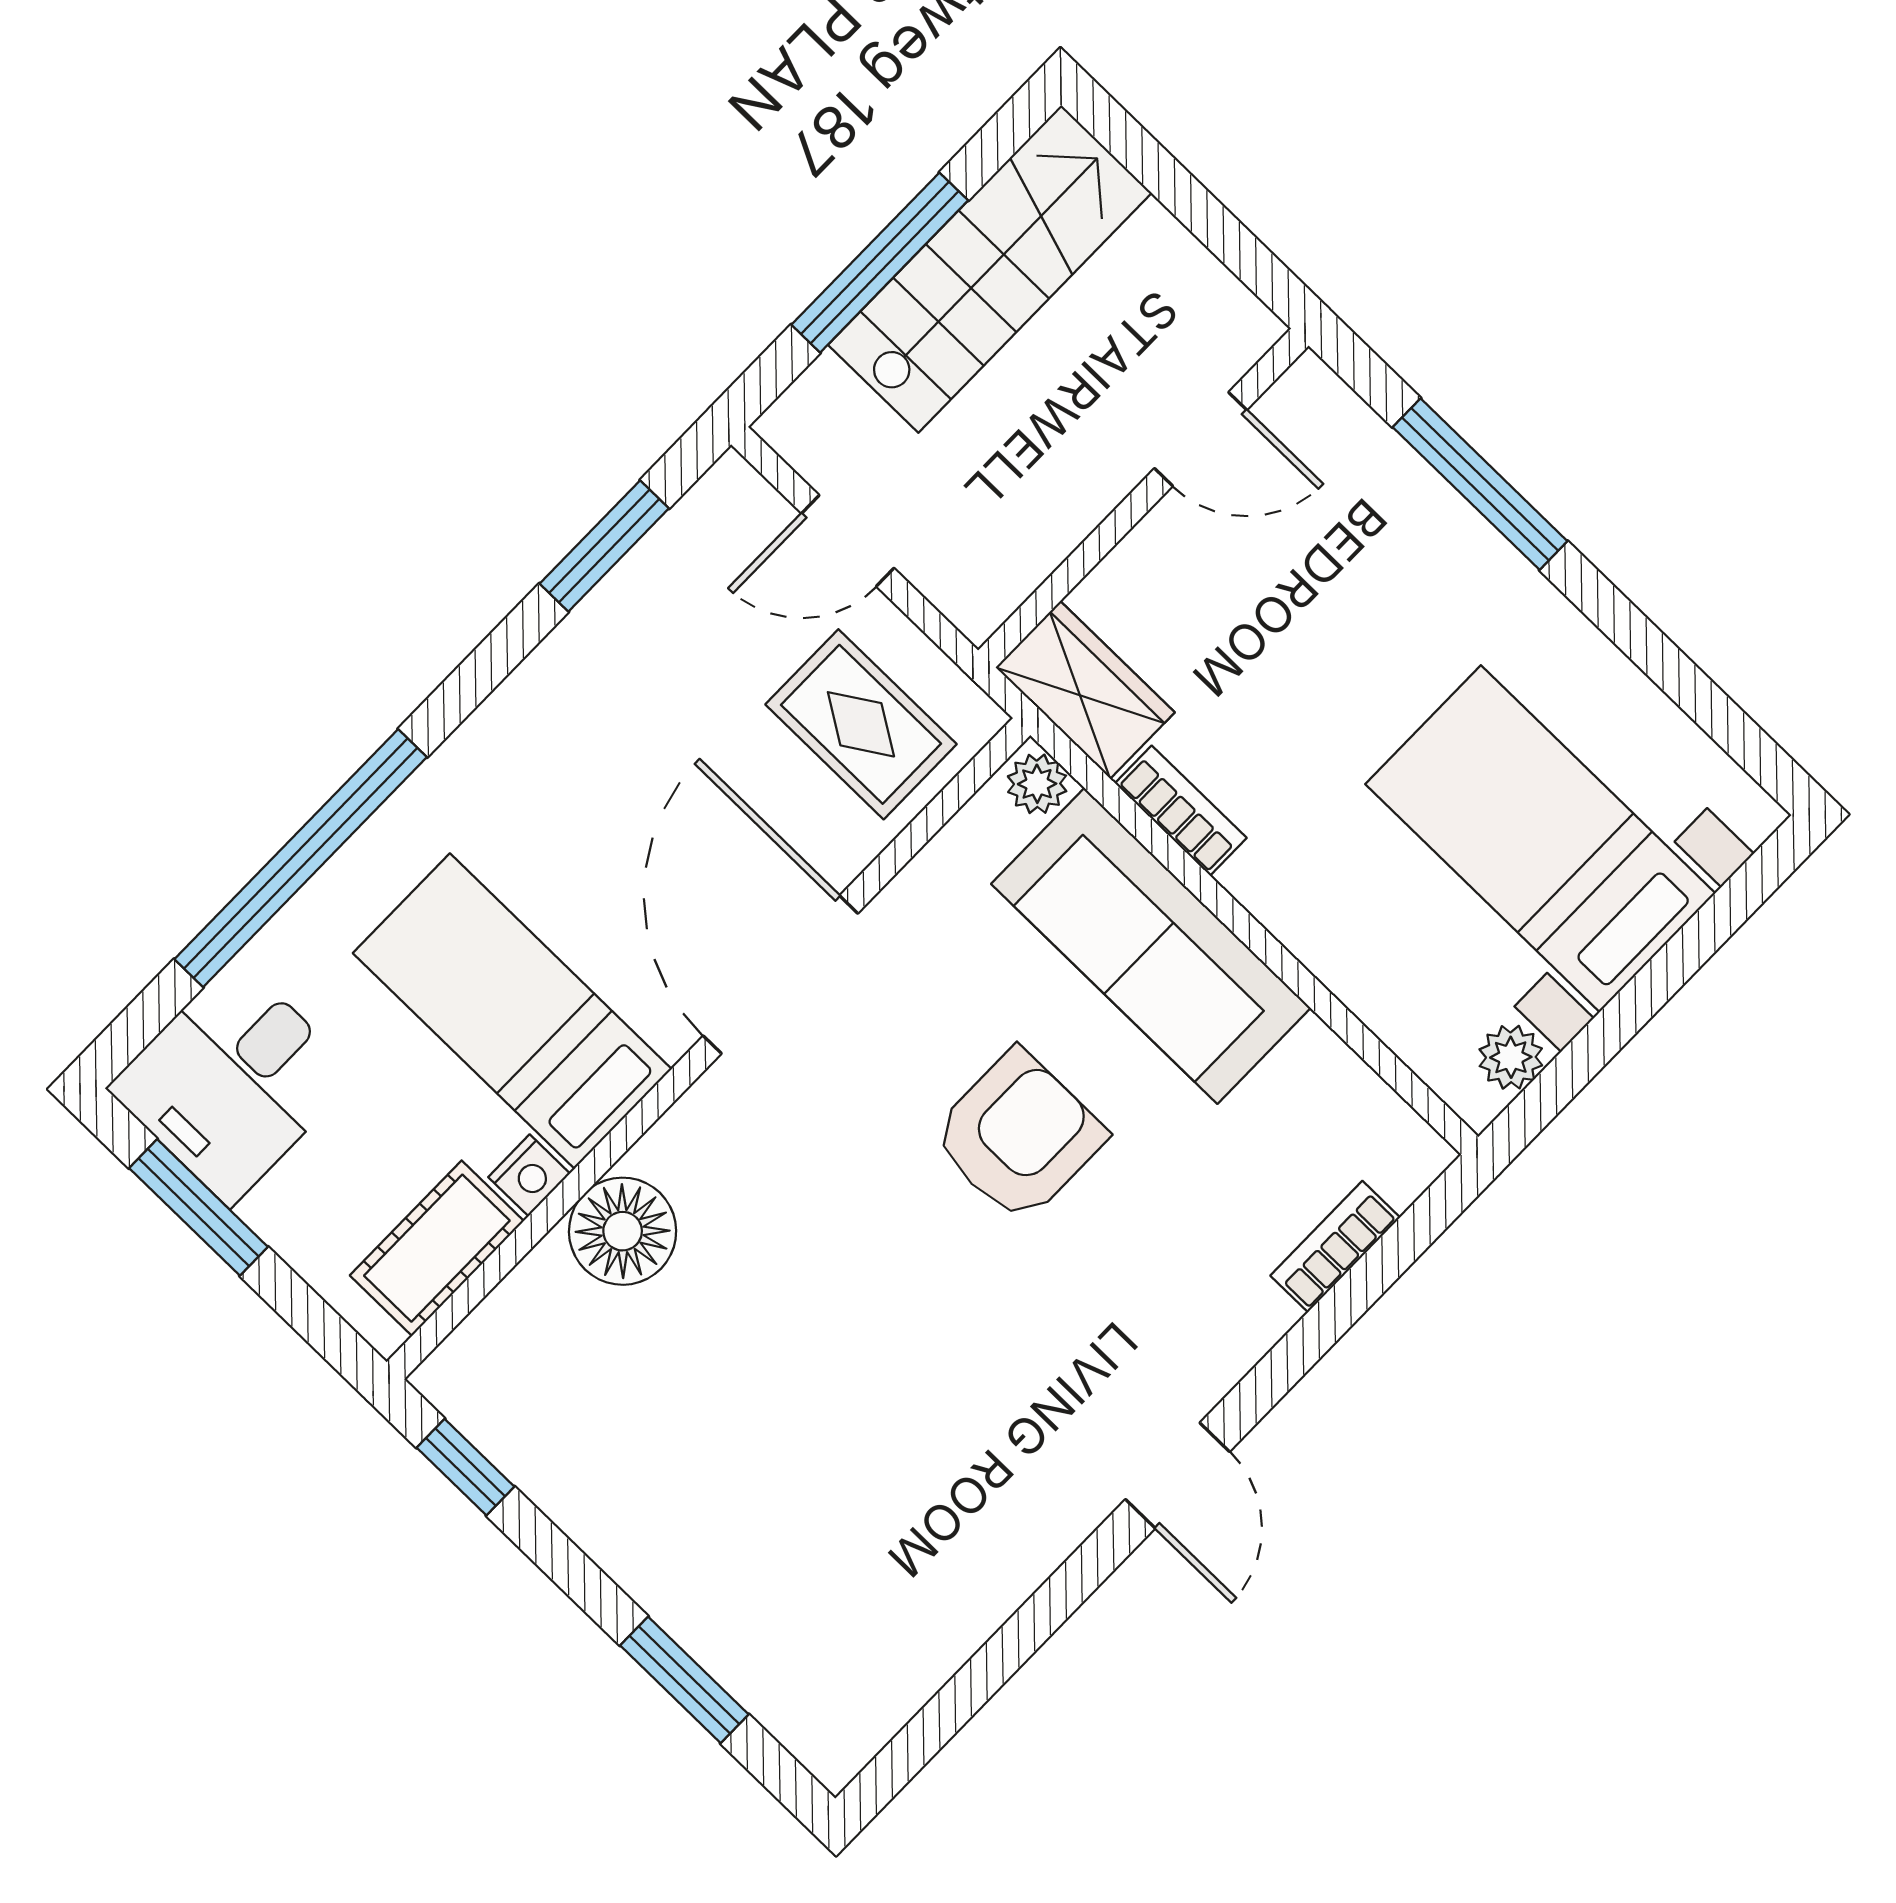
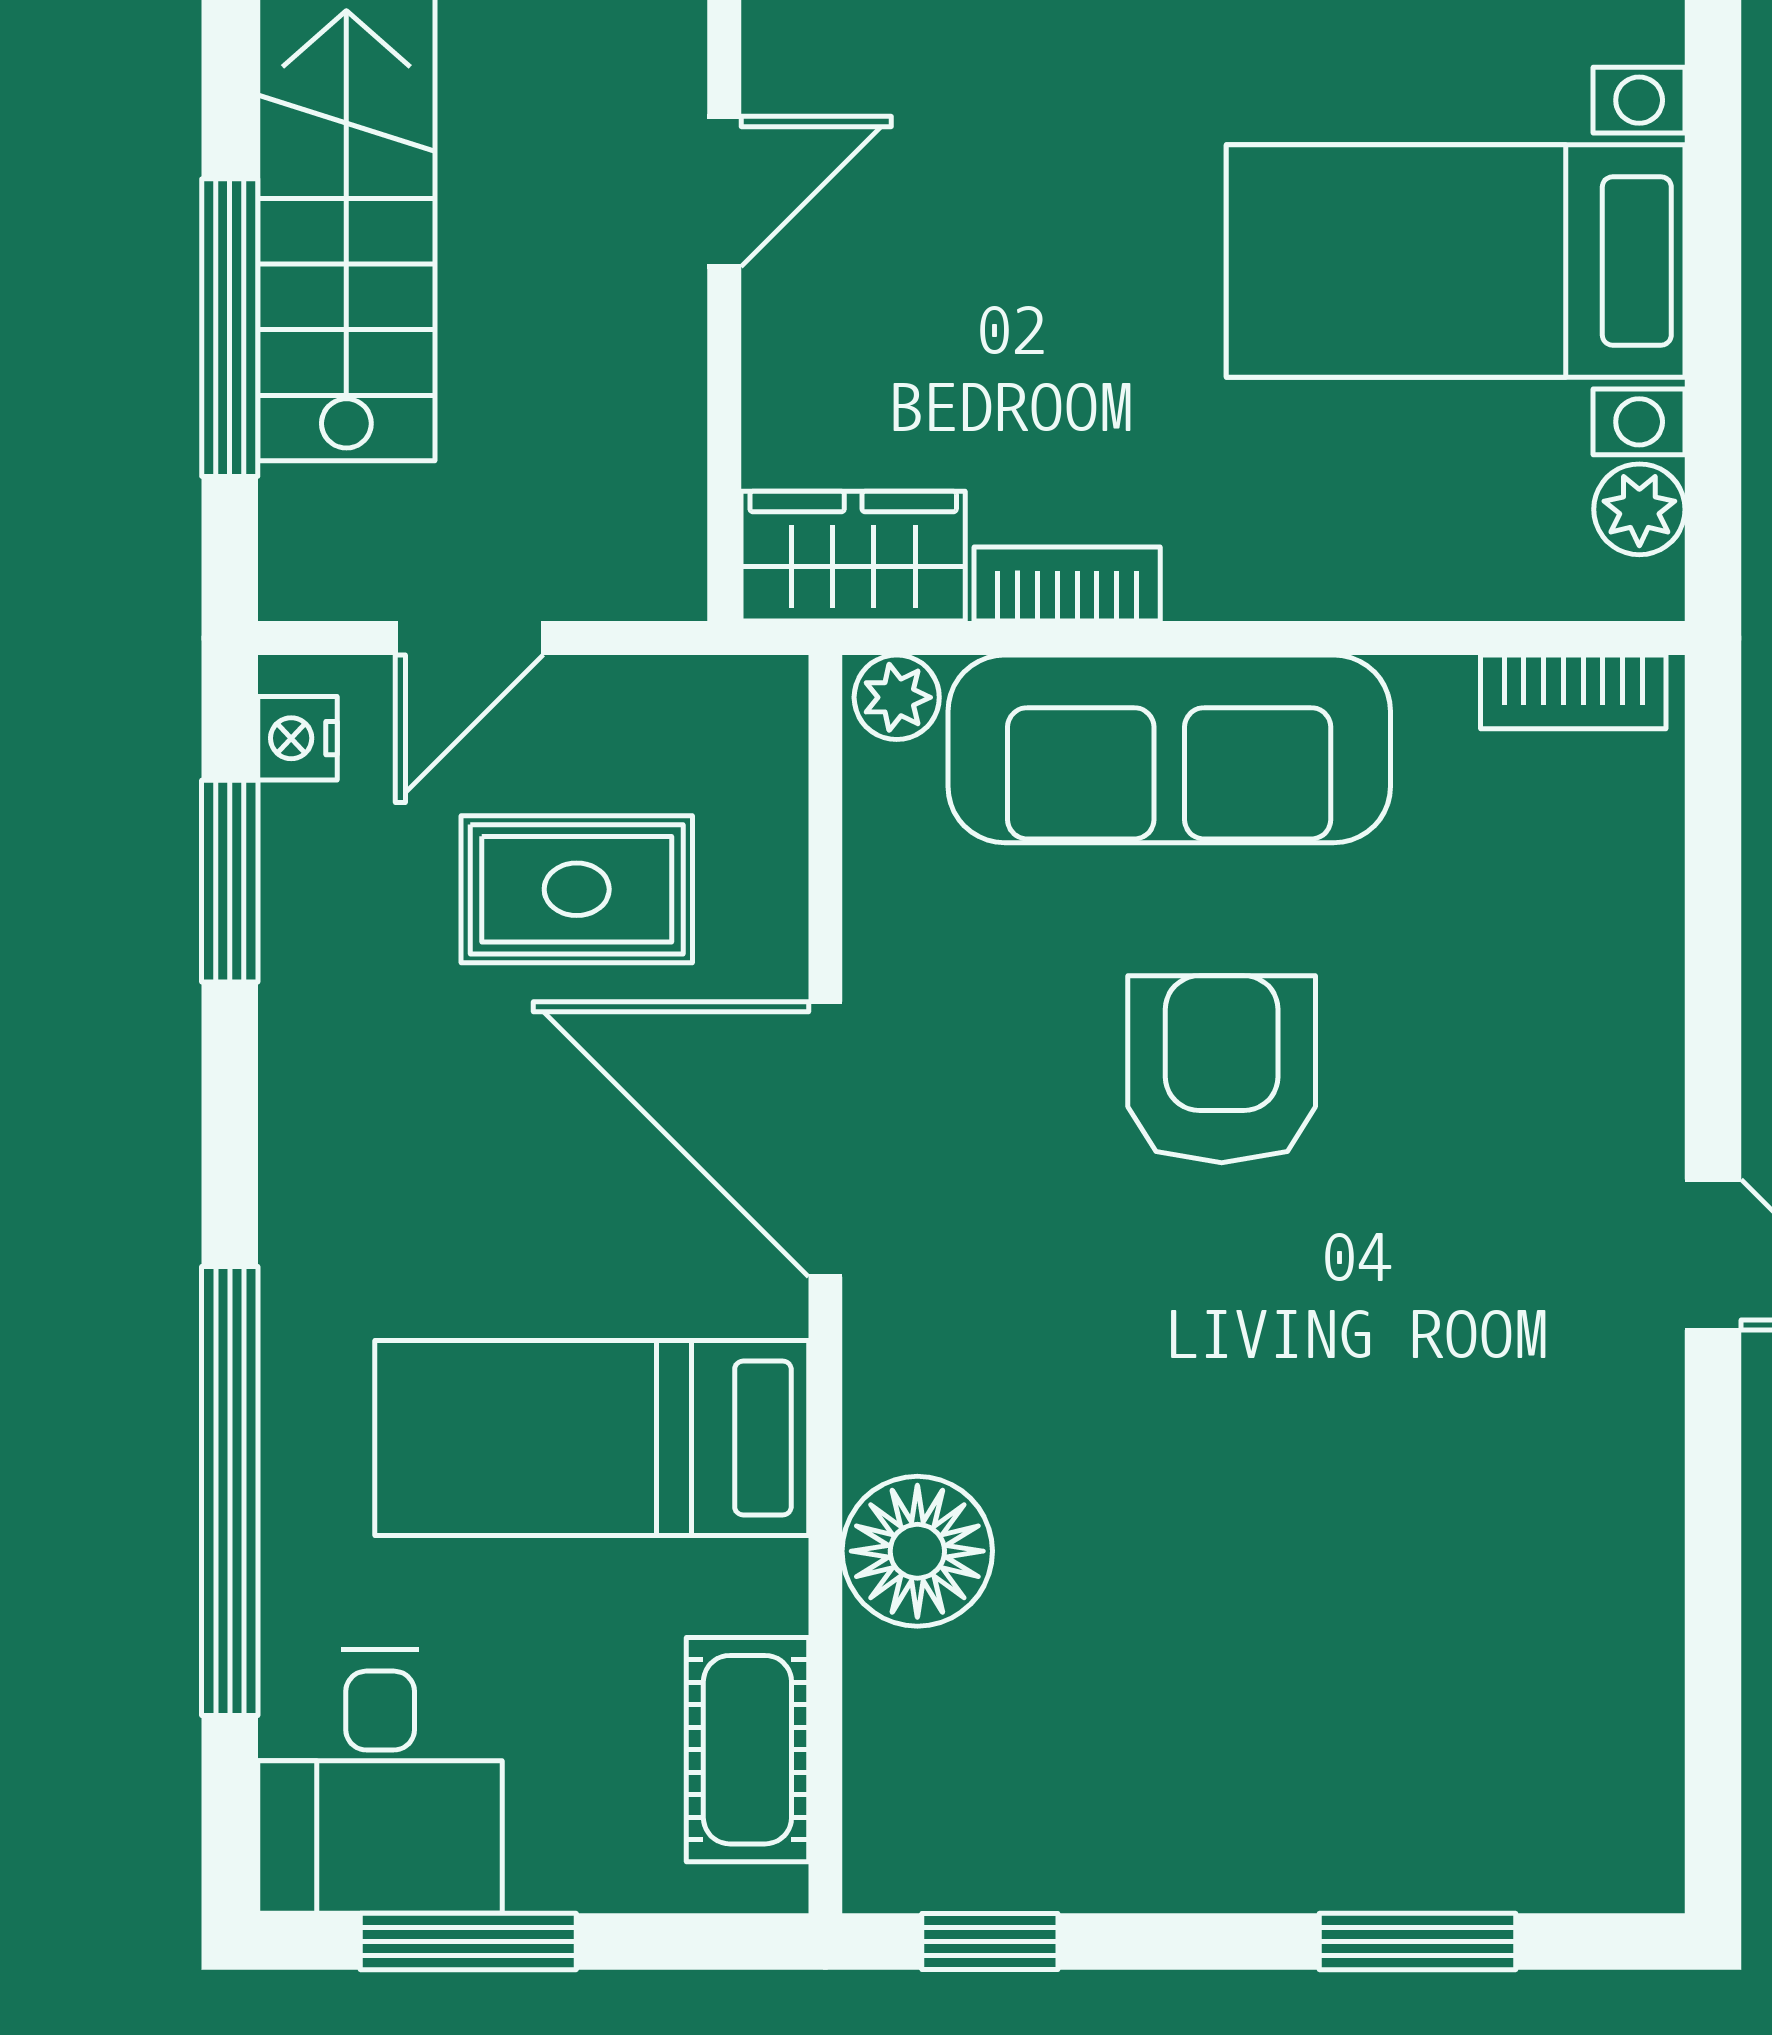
rug: (861, 724) -> (577, 889), moved
nightstand: (529, 1175) -> (297, 738), moved, turned 180
bookcase: (1335, 1247) -> (1573, 692), moved, turned -90

